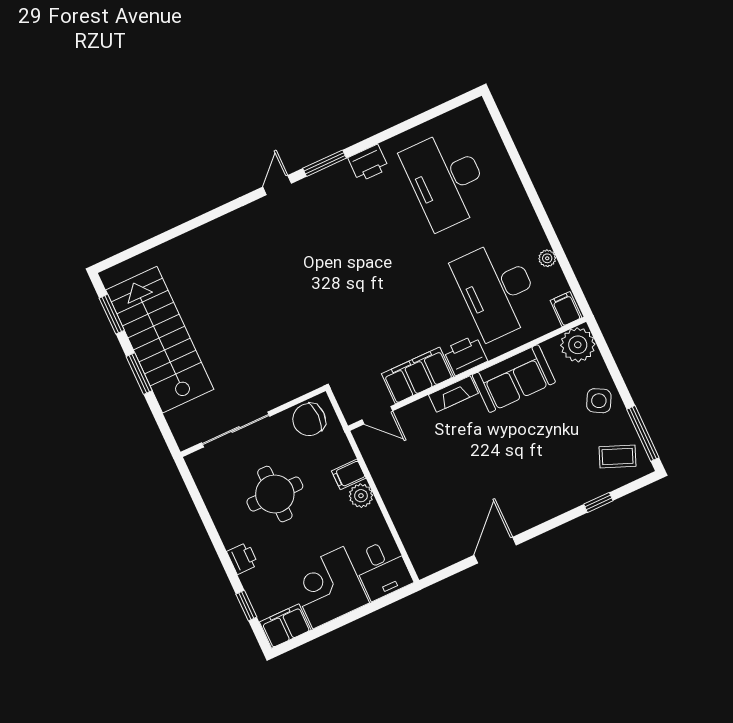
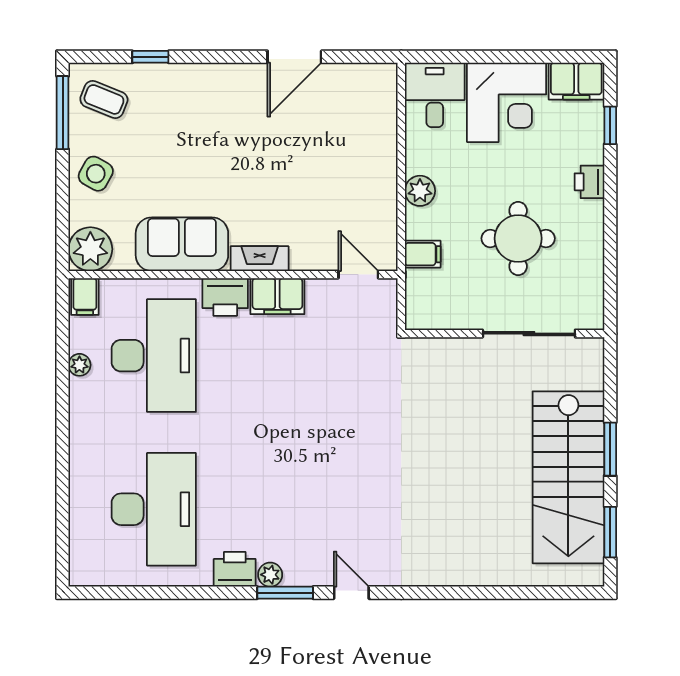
plant: (341, 171) -> (270, 575), added
door: (277, 185) -> (351, 593), swing flipped
filing cabinet: (418, 375) -> (277, 296), width x0.67, depth x0.86
chair: (309, 420) -> (439, 306), removed
filing cabinet: (349, 474) -> (423, 254), moved

